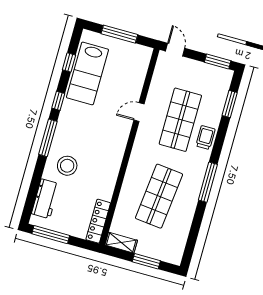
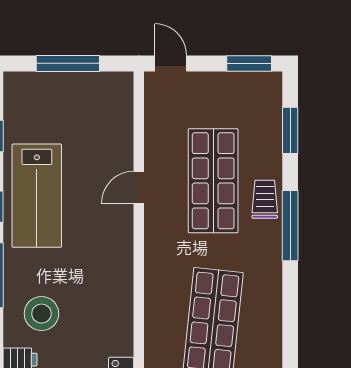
lab bench: (87, 73) -> (37, 196), moved
window: (208, 182) -> (290, 226), moved

